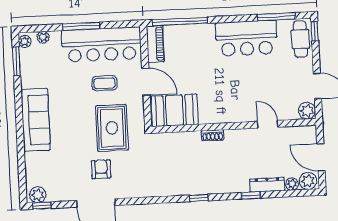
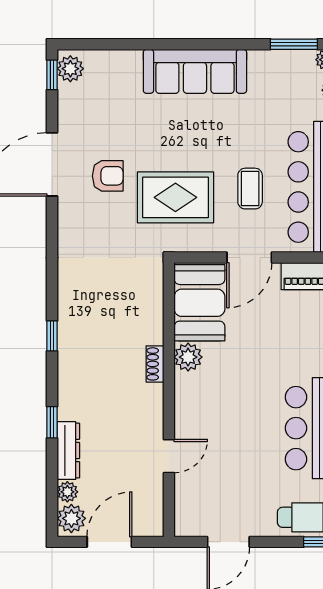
plant: (307, 111) -> (188, 357), moved

